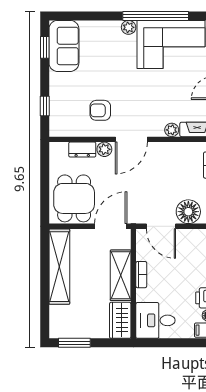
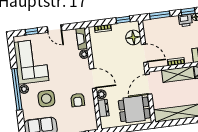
window: (156, 16) -> (17, 89), moved
side table: (109, 61) -> (46, 99), added
door: (111, 226) -> (149, 84), hinge flipped
door: (161, 226) -> (145, 53), hinge flipped

